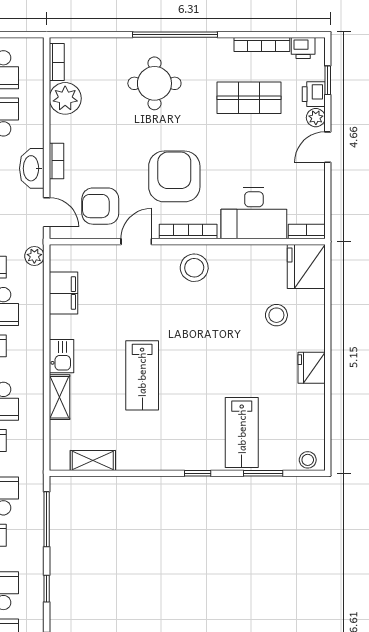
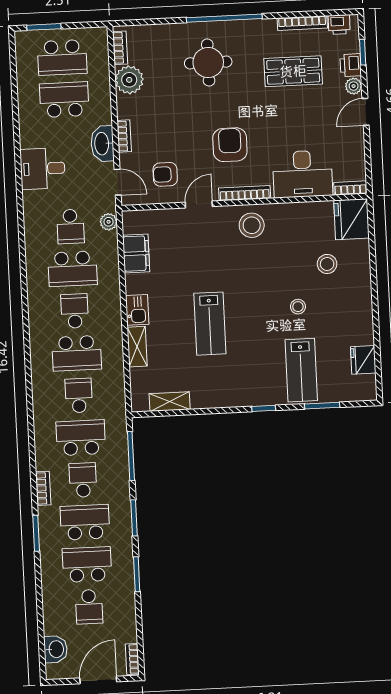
armchair: (174, 176) -> (230, 145), width x0.73, depth x0.73
armchair: (100, 206) -> (165, 174), width x0.72, depth x0.72
fridge: (312, 368) -> (363, 360), moved
stool: (308, 460) -> (298, 307), moved
window: (47, 589) -> (134, 518), width x1.50

